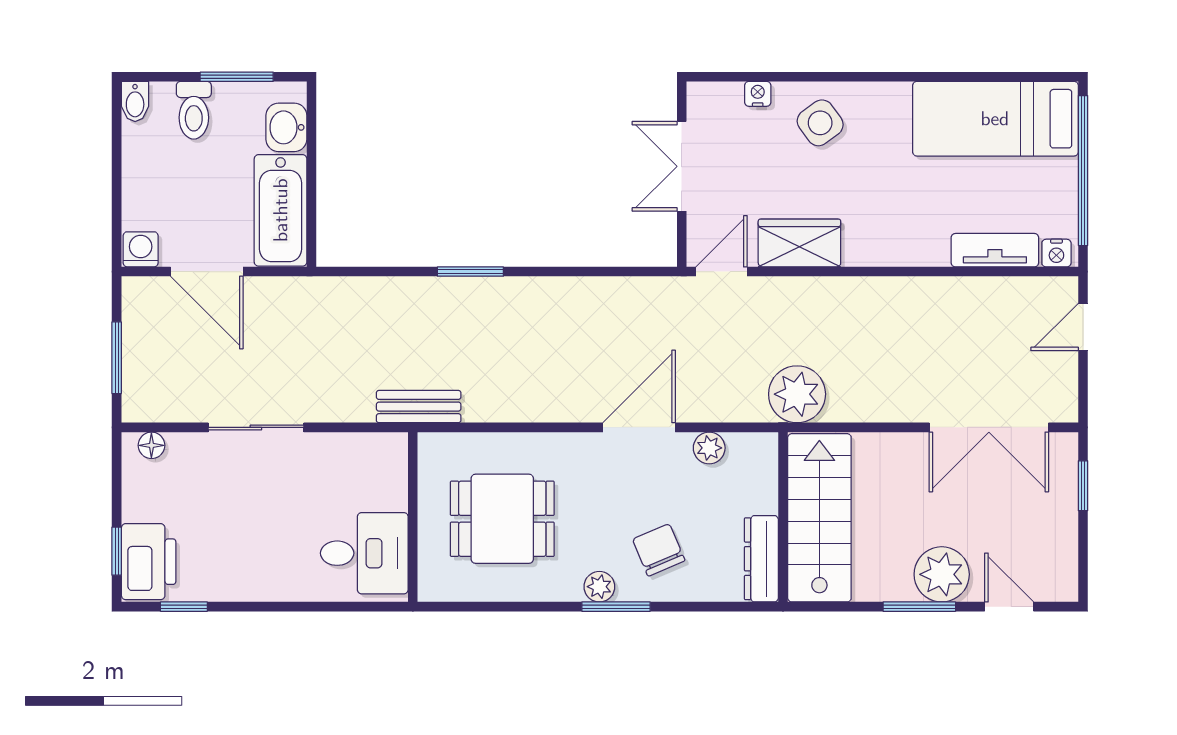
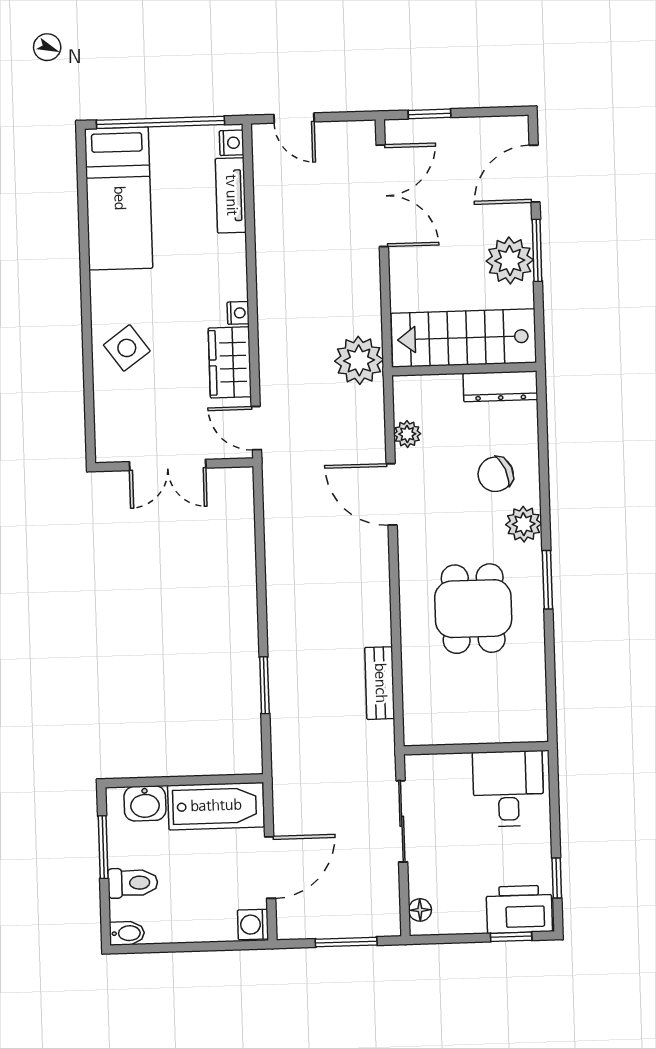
nightstand: (758, 94) -> (238, 313), moved, turned 180
window: (470, 272) -> (264, 685), moved
wall: (413, 517) -> (476, 748), moved
desk: (364, 553) -> (508, 789), moved
plant: (942, 574) -> (510, 260), moved
plant: (599, 587) -> (524, 524), width x1.38, depth x1.38
window: (616, 607) -> (547, 580), moved
door: (1009, 607) -> (535, 174), width x1.38

